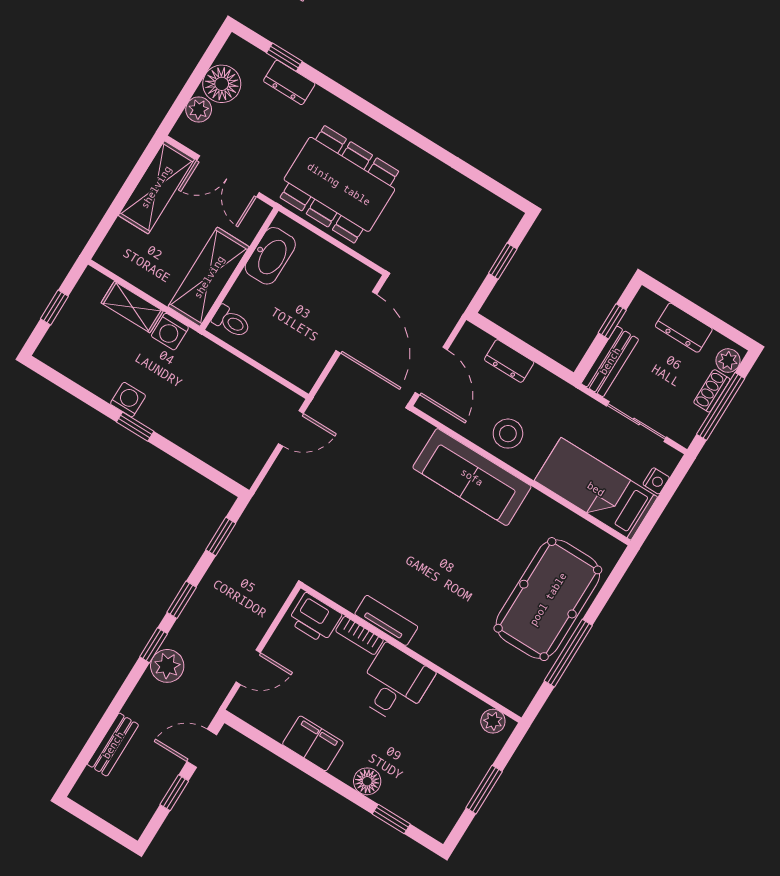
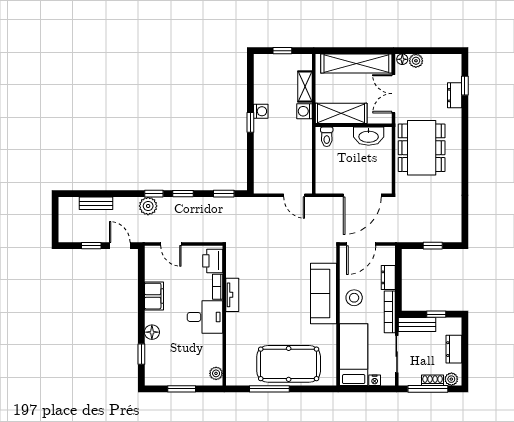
floor lamp: (222, 84) -> (402, 59), moved, width x0.53, depth x0.53
shelving: (156, 187) -> (356, 63), width x1.47
bookcase: (564, 392) -> (390, 312), added

